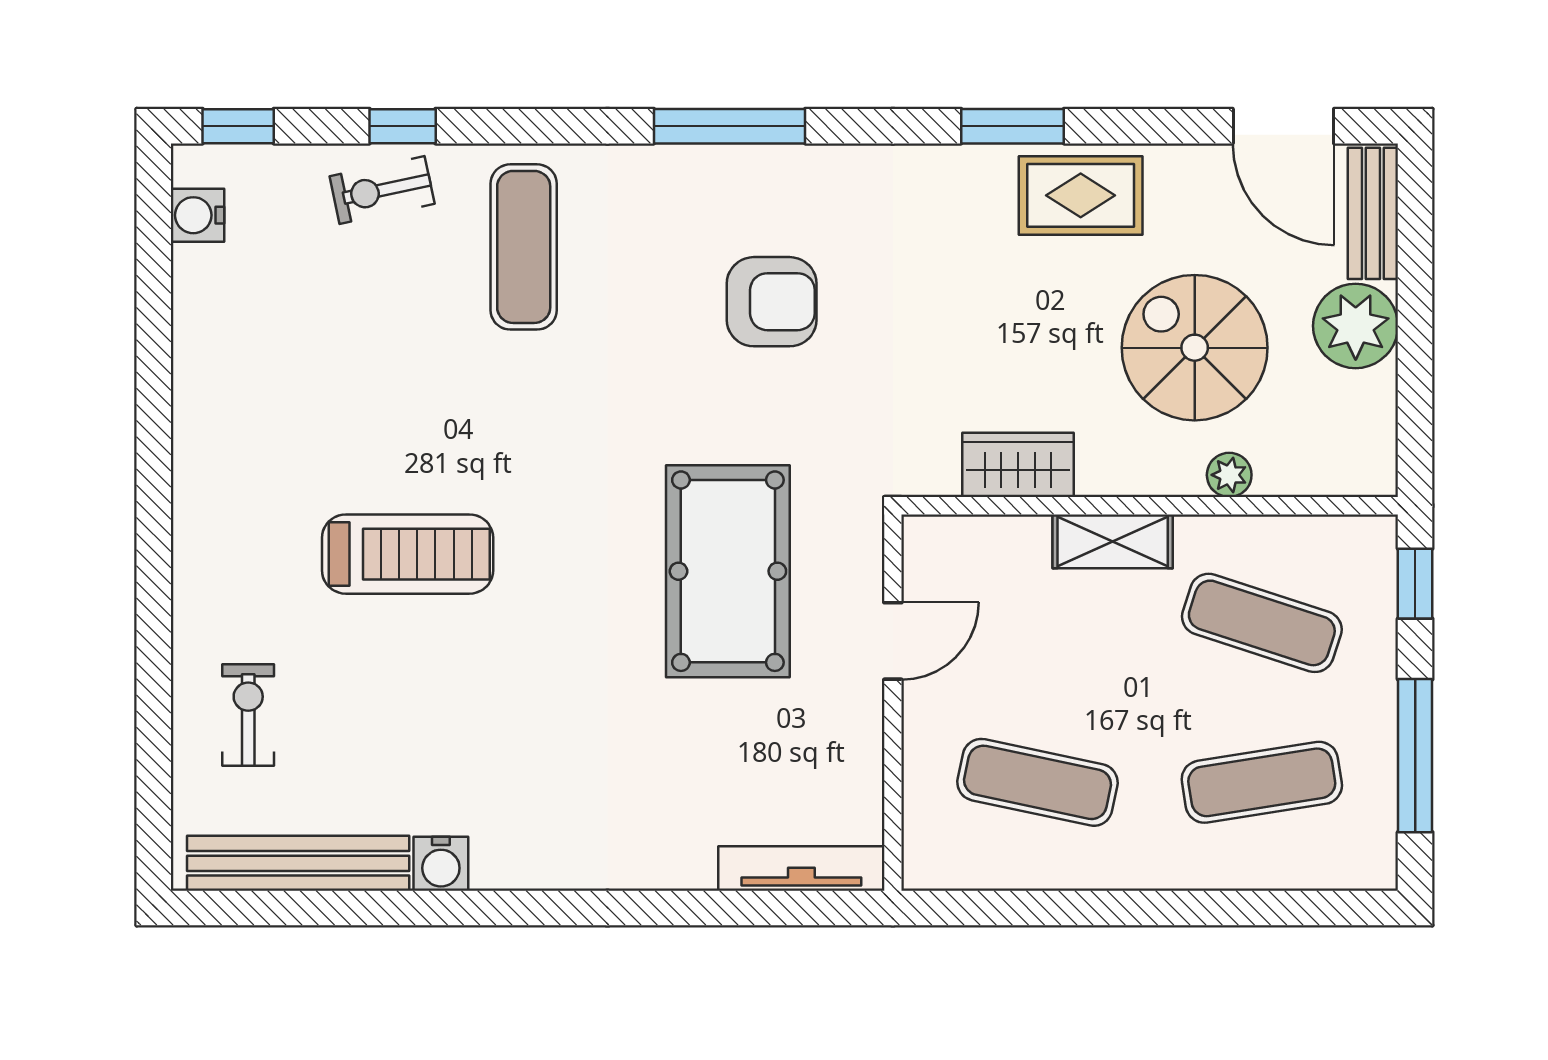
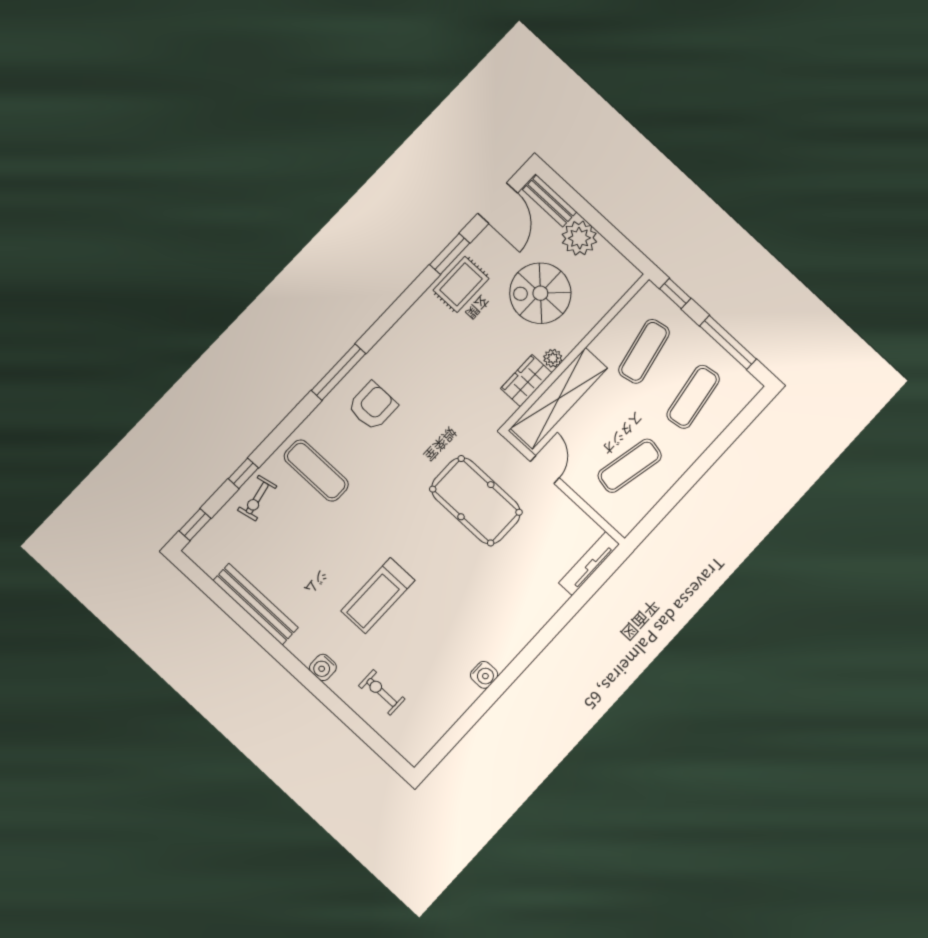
window: (1013, 126) -> (450, 254), moved
door: (1283, 126) -> (498, 203), hinge flipped
water cooler: (198, 215) -> (323, 667), moved
armchair: (772, 302) -> (373, 406), moved
plant: (1229, 475) -> (553, 358), moved
shelving: (1113, 541) -> (559, 398), width x2.20, depth x1.33
treadmill: (408, 554) -> (378, 596), turned 180
exercise mat: (1262, 623) -> (644, 351), turned -30
bench: (298, 863) -> (256, 604), moved, turned 90

